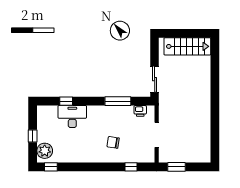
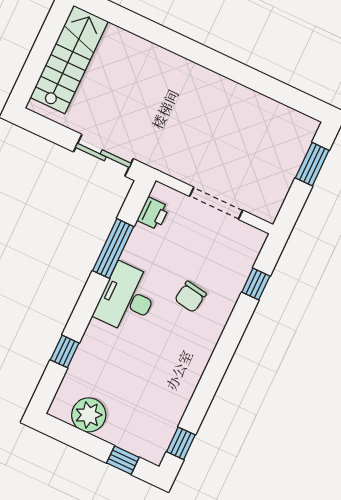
desk: (72, 117) -> (127, 298), moved
window: (33, 136) -> (123, 460), moved
plant: (45, 151) -> (89, 415), moved
window: (177, 167) -> (312, 164), moved

